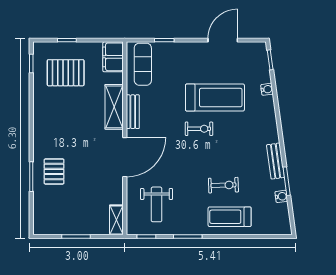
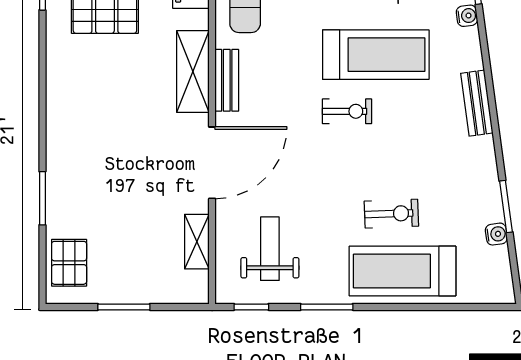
water cooler: (267, 89) -> (467, 16), moved
bench: (276, 161) -> (477, 103), moved
pallet: (54, 171) -> (69, 263), moved
weight bench: (157, 204) -> (270, 249), turned 180
treadmill: (230, 217) -> (403, 271), width x1.37, depth x1.38
shelving: (116, 220) -> (197, 242), moved

